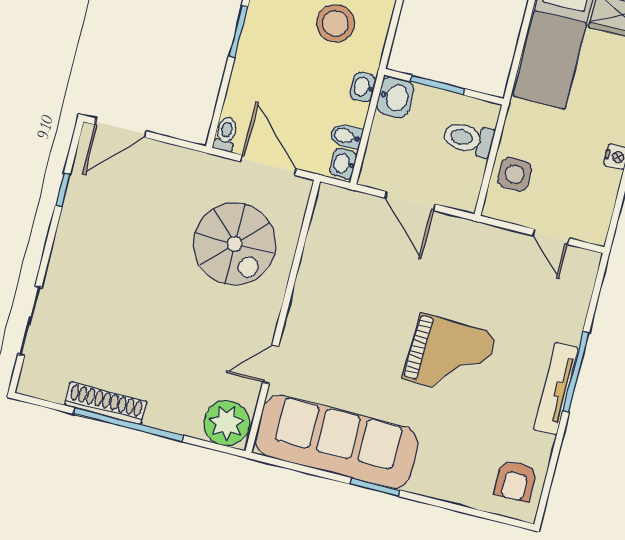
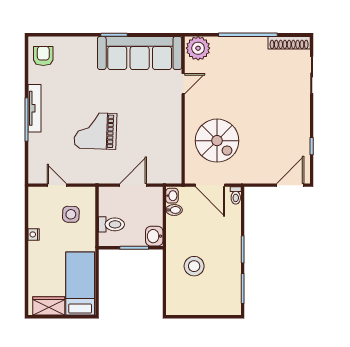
washbasin: (363, 87) -> (172, 237), removed
side table: (515, 174) -> (71, 214), moved
door: (410, 201) -> (133, 185), hinge flipped
spiral stairs: (235, 244) -> (217, 141), turned 180
grand piano: (449, 356) -> (95, 131), moved
shoe rack: (106, 403) -> (289, 43), moved

